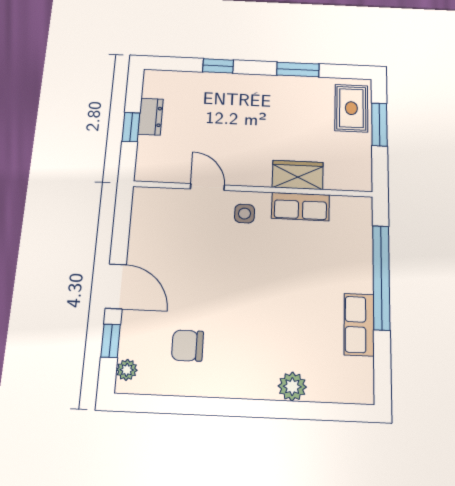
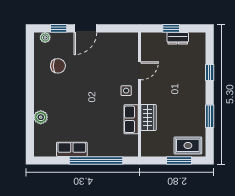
chair: (188, 346) -> (58, 66), turned 90

